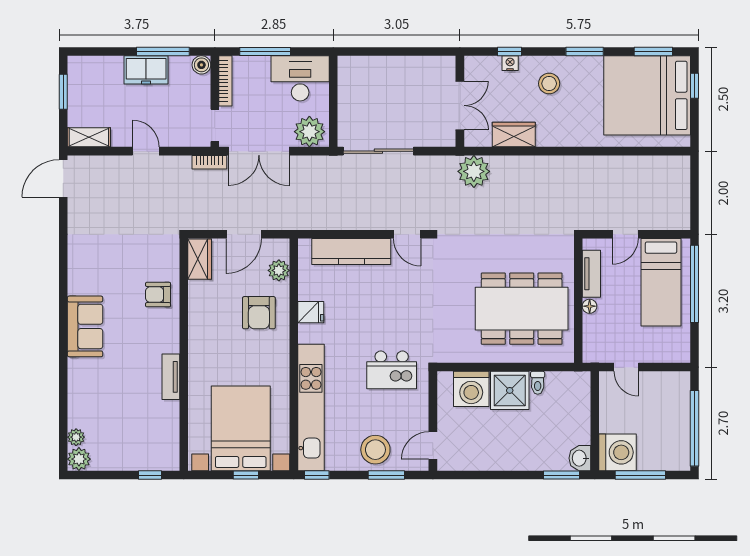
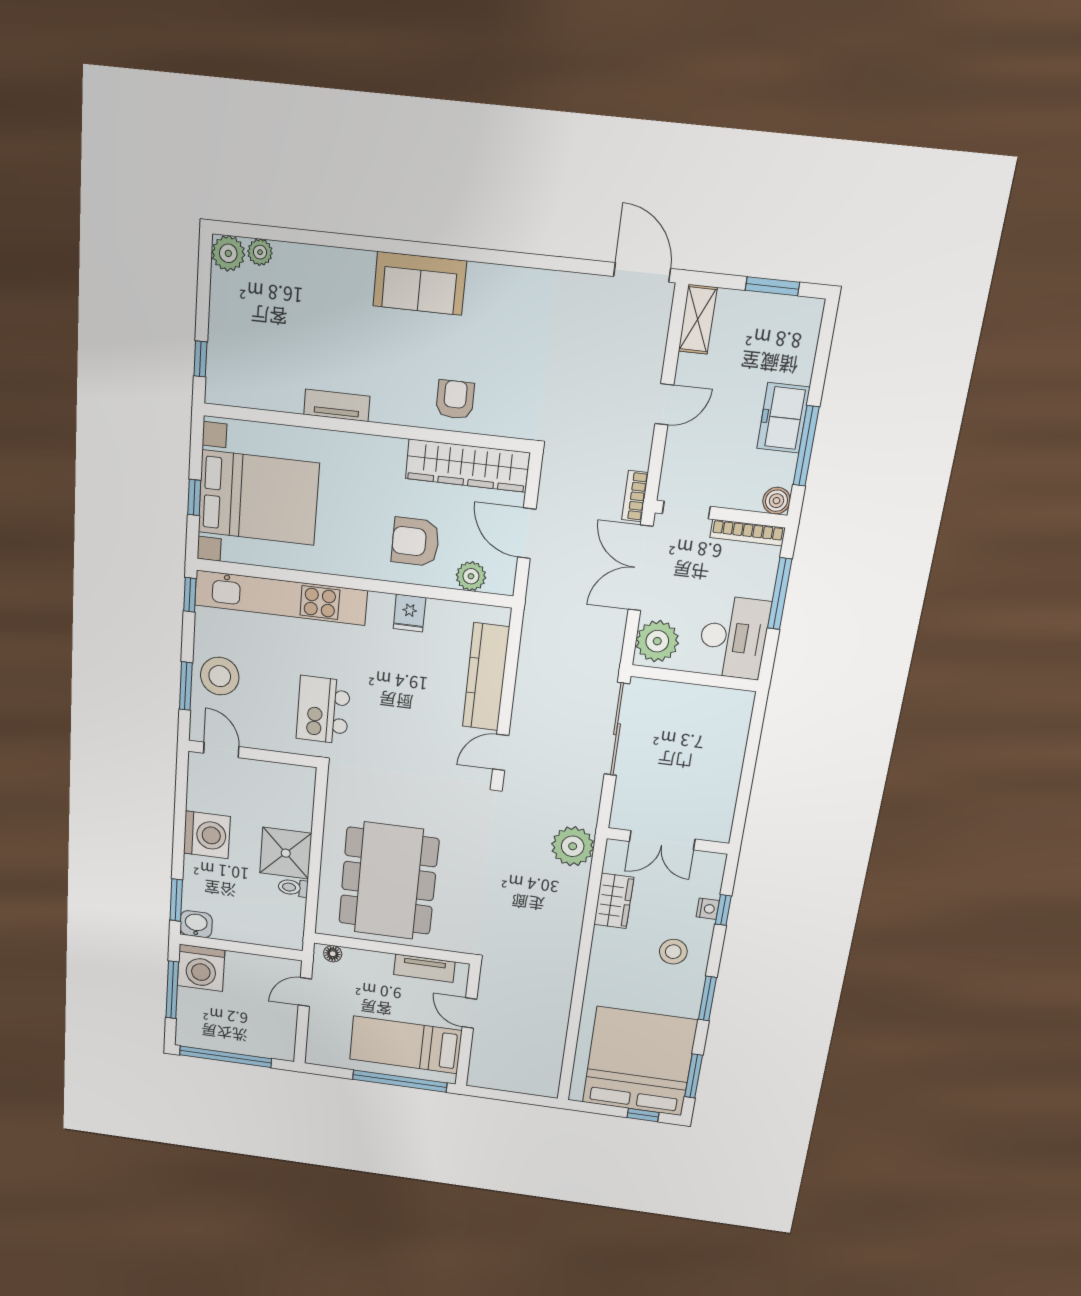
wardrobe: (200, 259) -> (467, 466), width x2.10, depth x1.17
floor lamp: (590, 306) -> (333, 954), moved
washing machine: (471, 389) -> (207, 835), moved, turned 180

